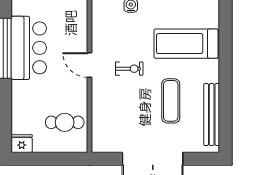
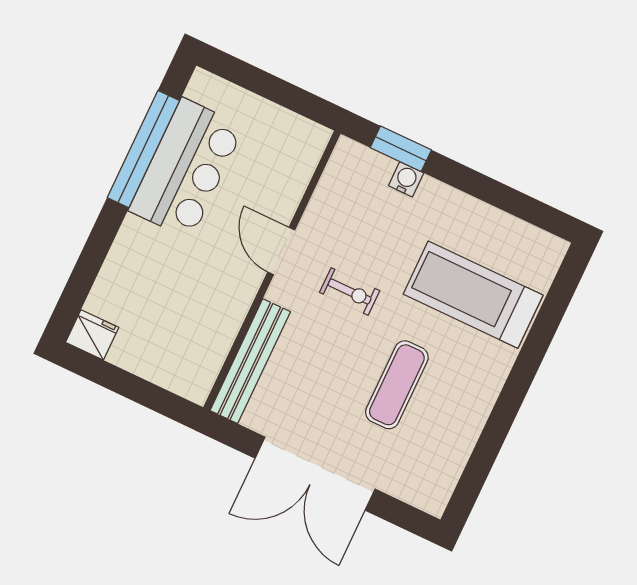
bench: (212, 115) -> (250, 361), moved
cafe table: (65, 122) -> (188, 333), removed

